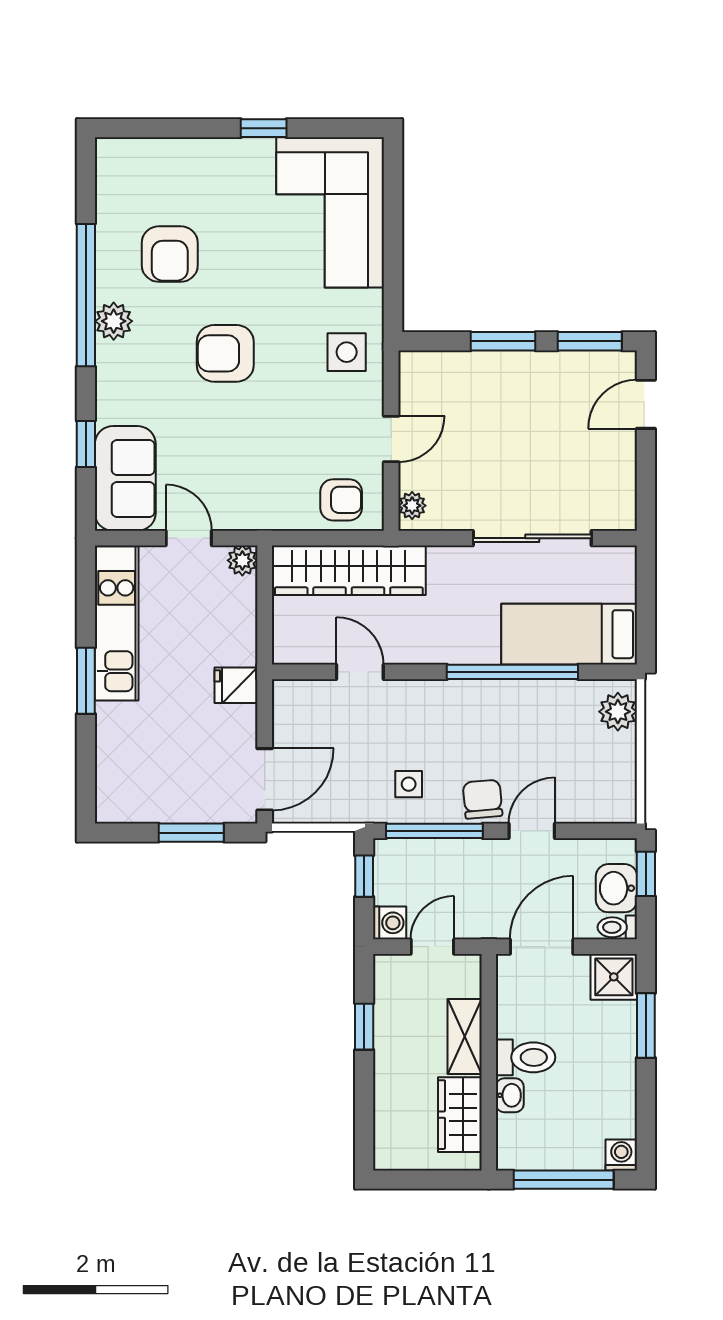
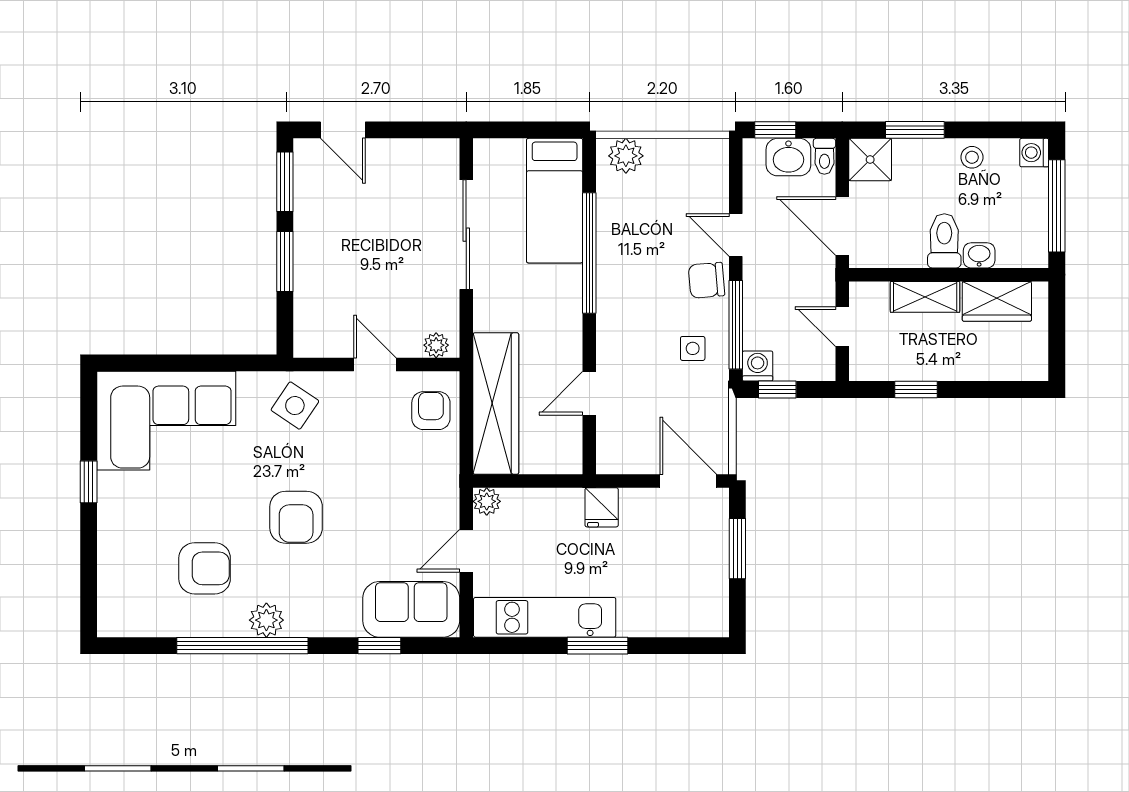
side table: (347, 352) -> (295, 406), turned 34
washing machine: (390, 923) -> (758, 366), moved
stool: (616, 1087) -> (972, 157), added

